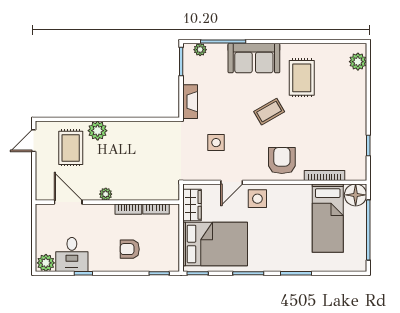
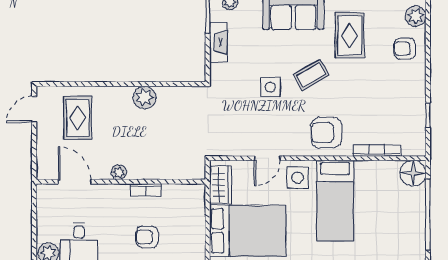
armchair: (349, 89) -> (405, 49), added
fireplace: (190, 102) -> (218, 42), moved
plant: (98, 131) -> (144, 97), moved
side table: (216, 143) -> (270, 87), moved
armchair: (282, 160) -> (326, 133), turned -90
bookcase: (156, 209) -> (178, 190), removed
bed: (328, 218) -> (335, 201), moved

